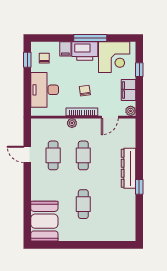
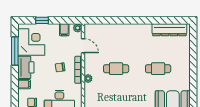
window: (90, 38) -> (15, 51), moved
filing cabinet: (128, 90) -> (64, 30), width x0.50
cafe table: (53, 155) -> (116, 95), removed
dresser: (128, 168) -> (169, 30), moved
window: (139, 187) -> (143, 20), removed

